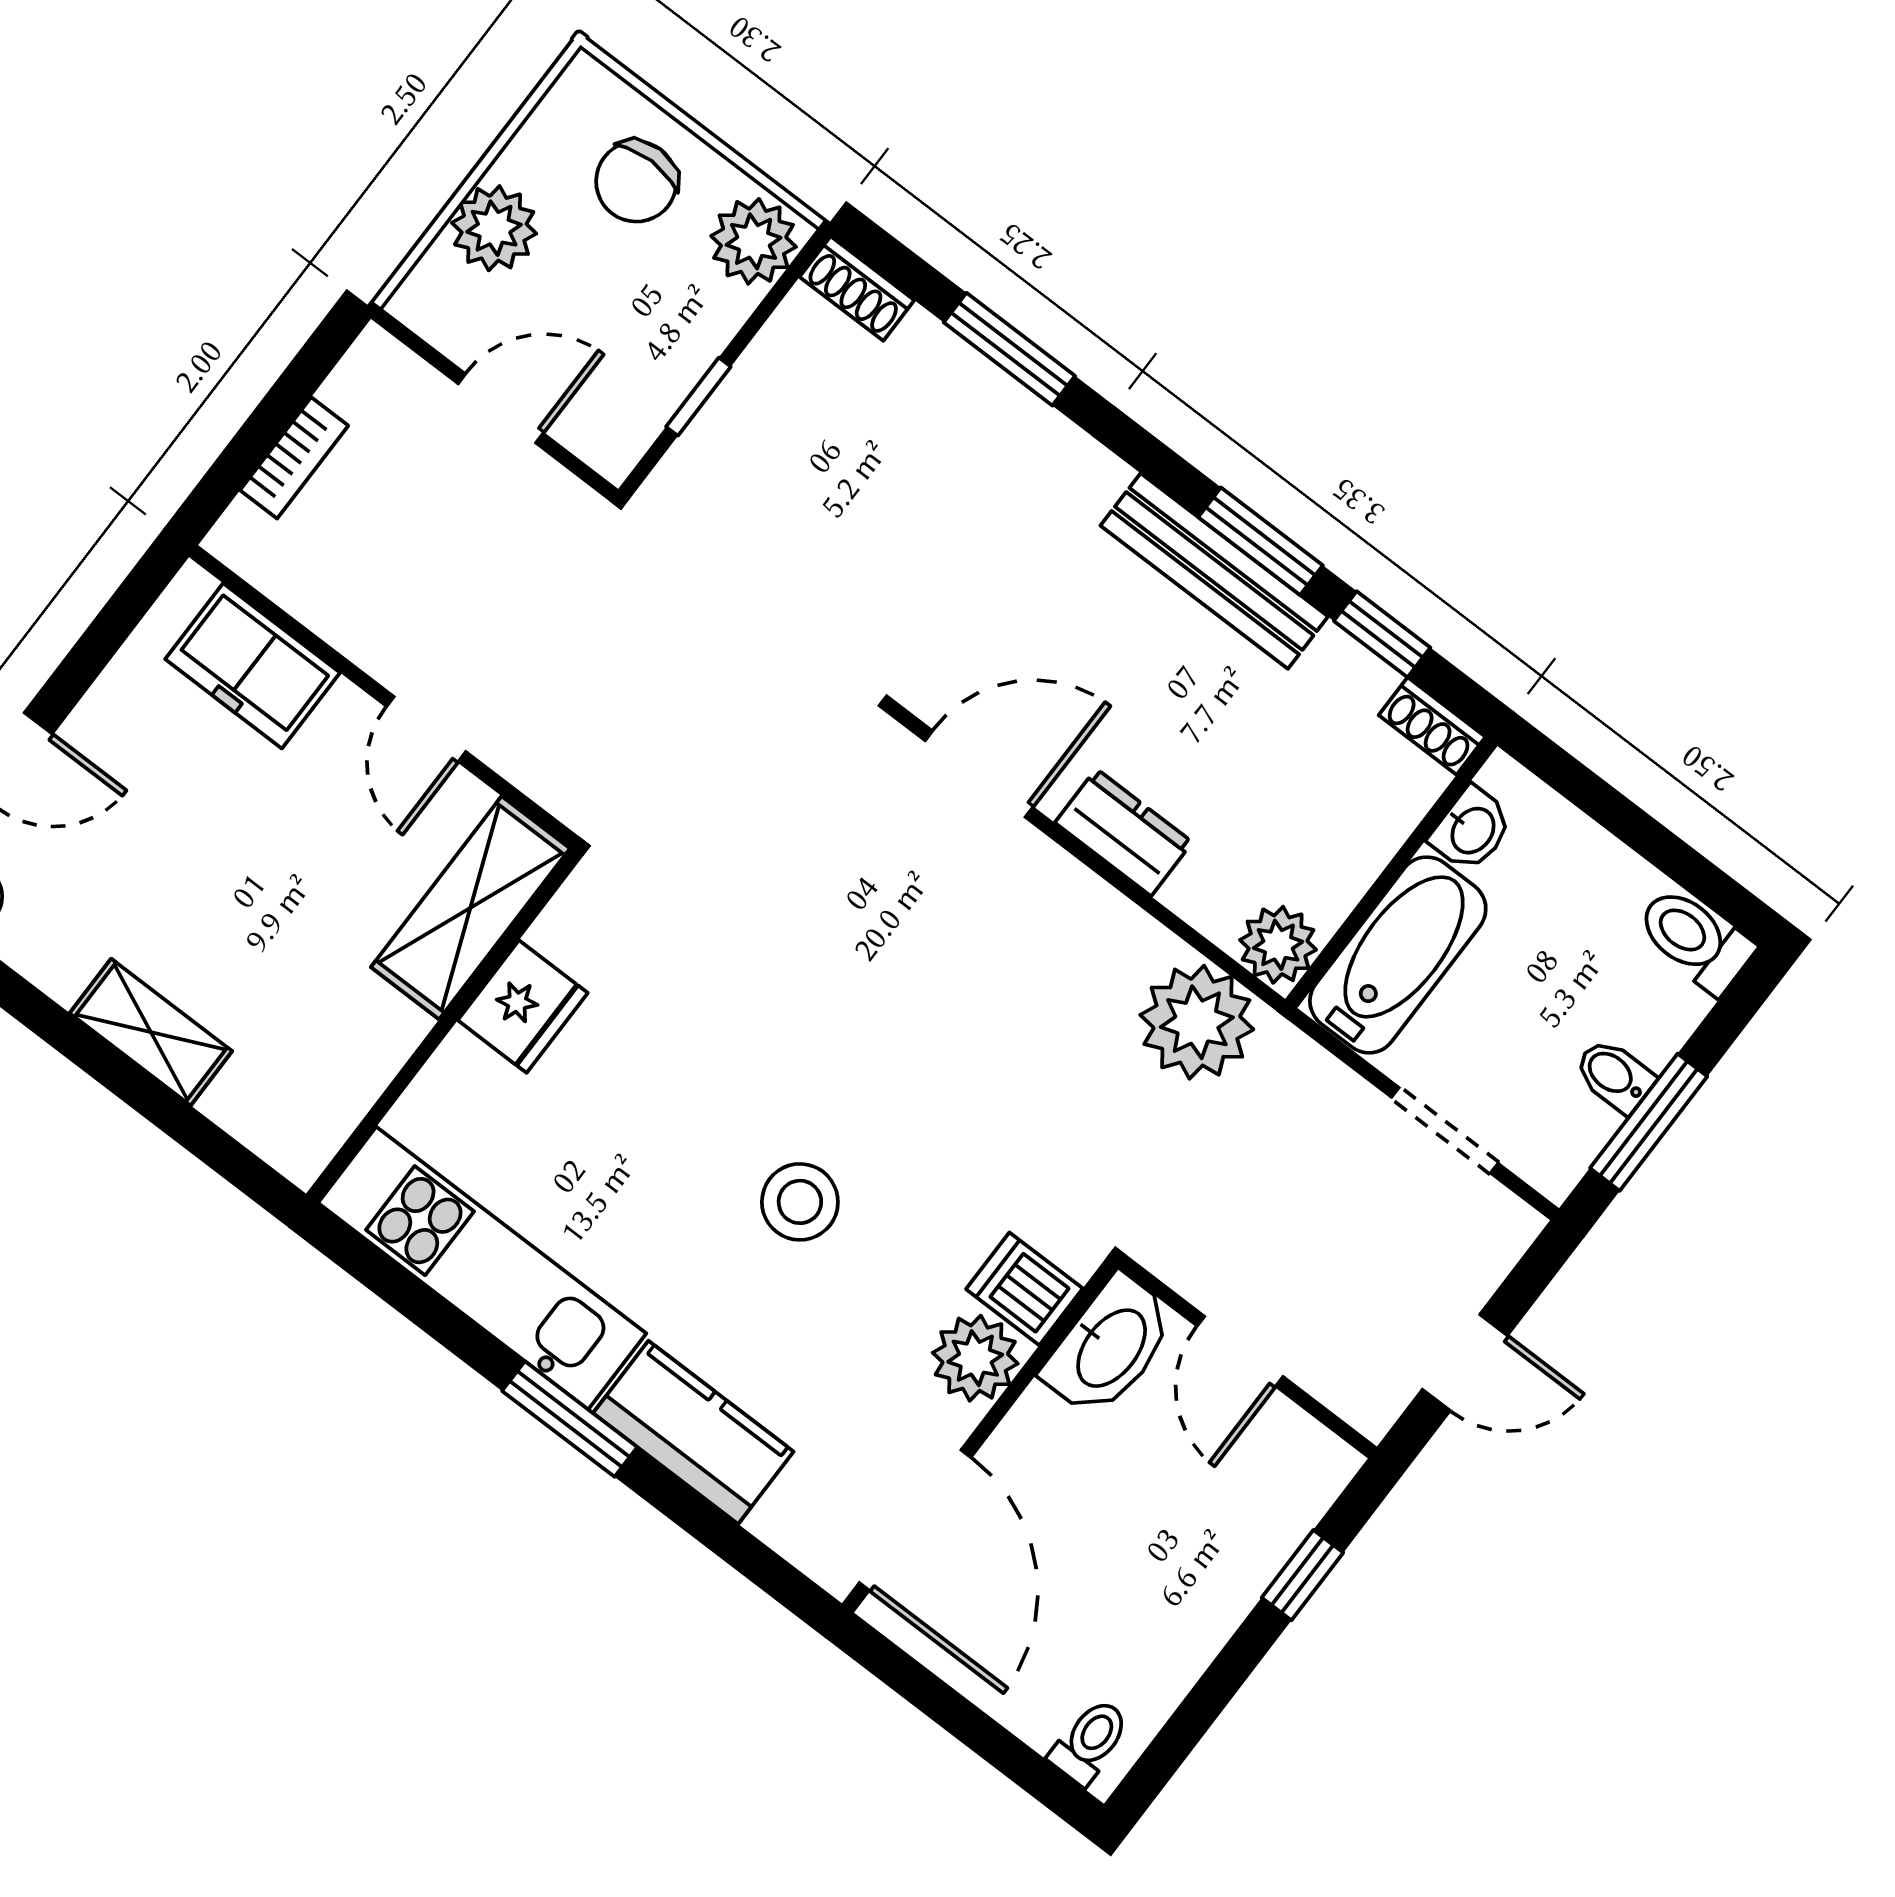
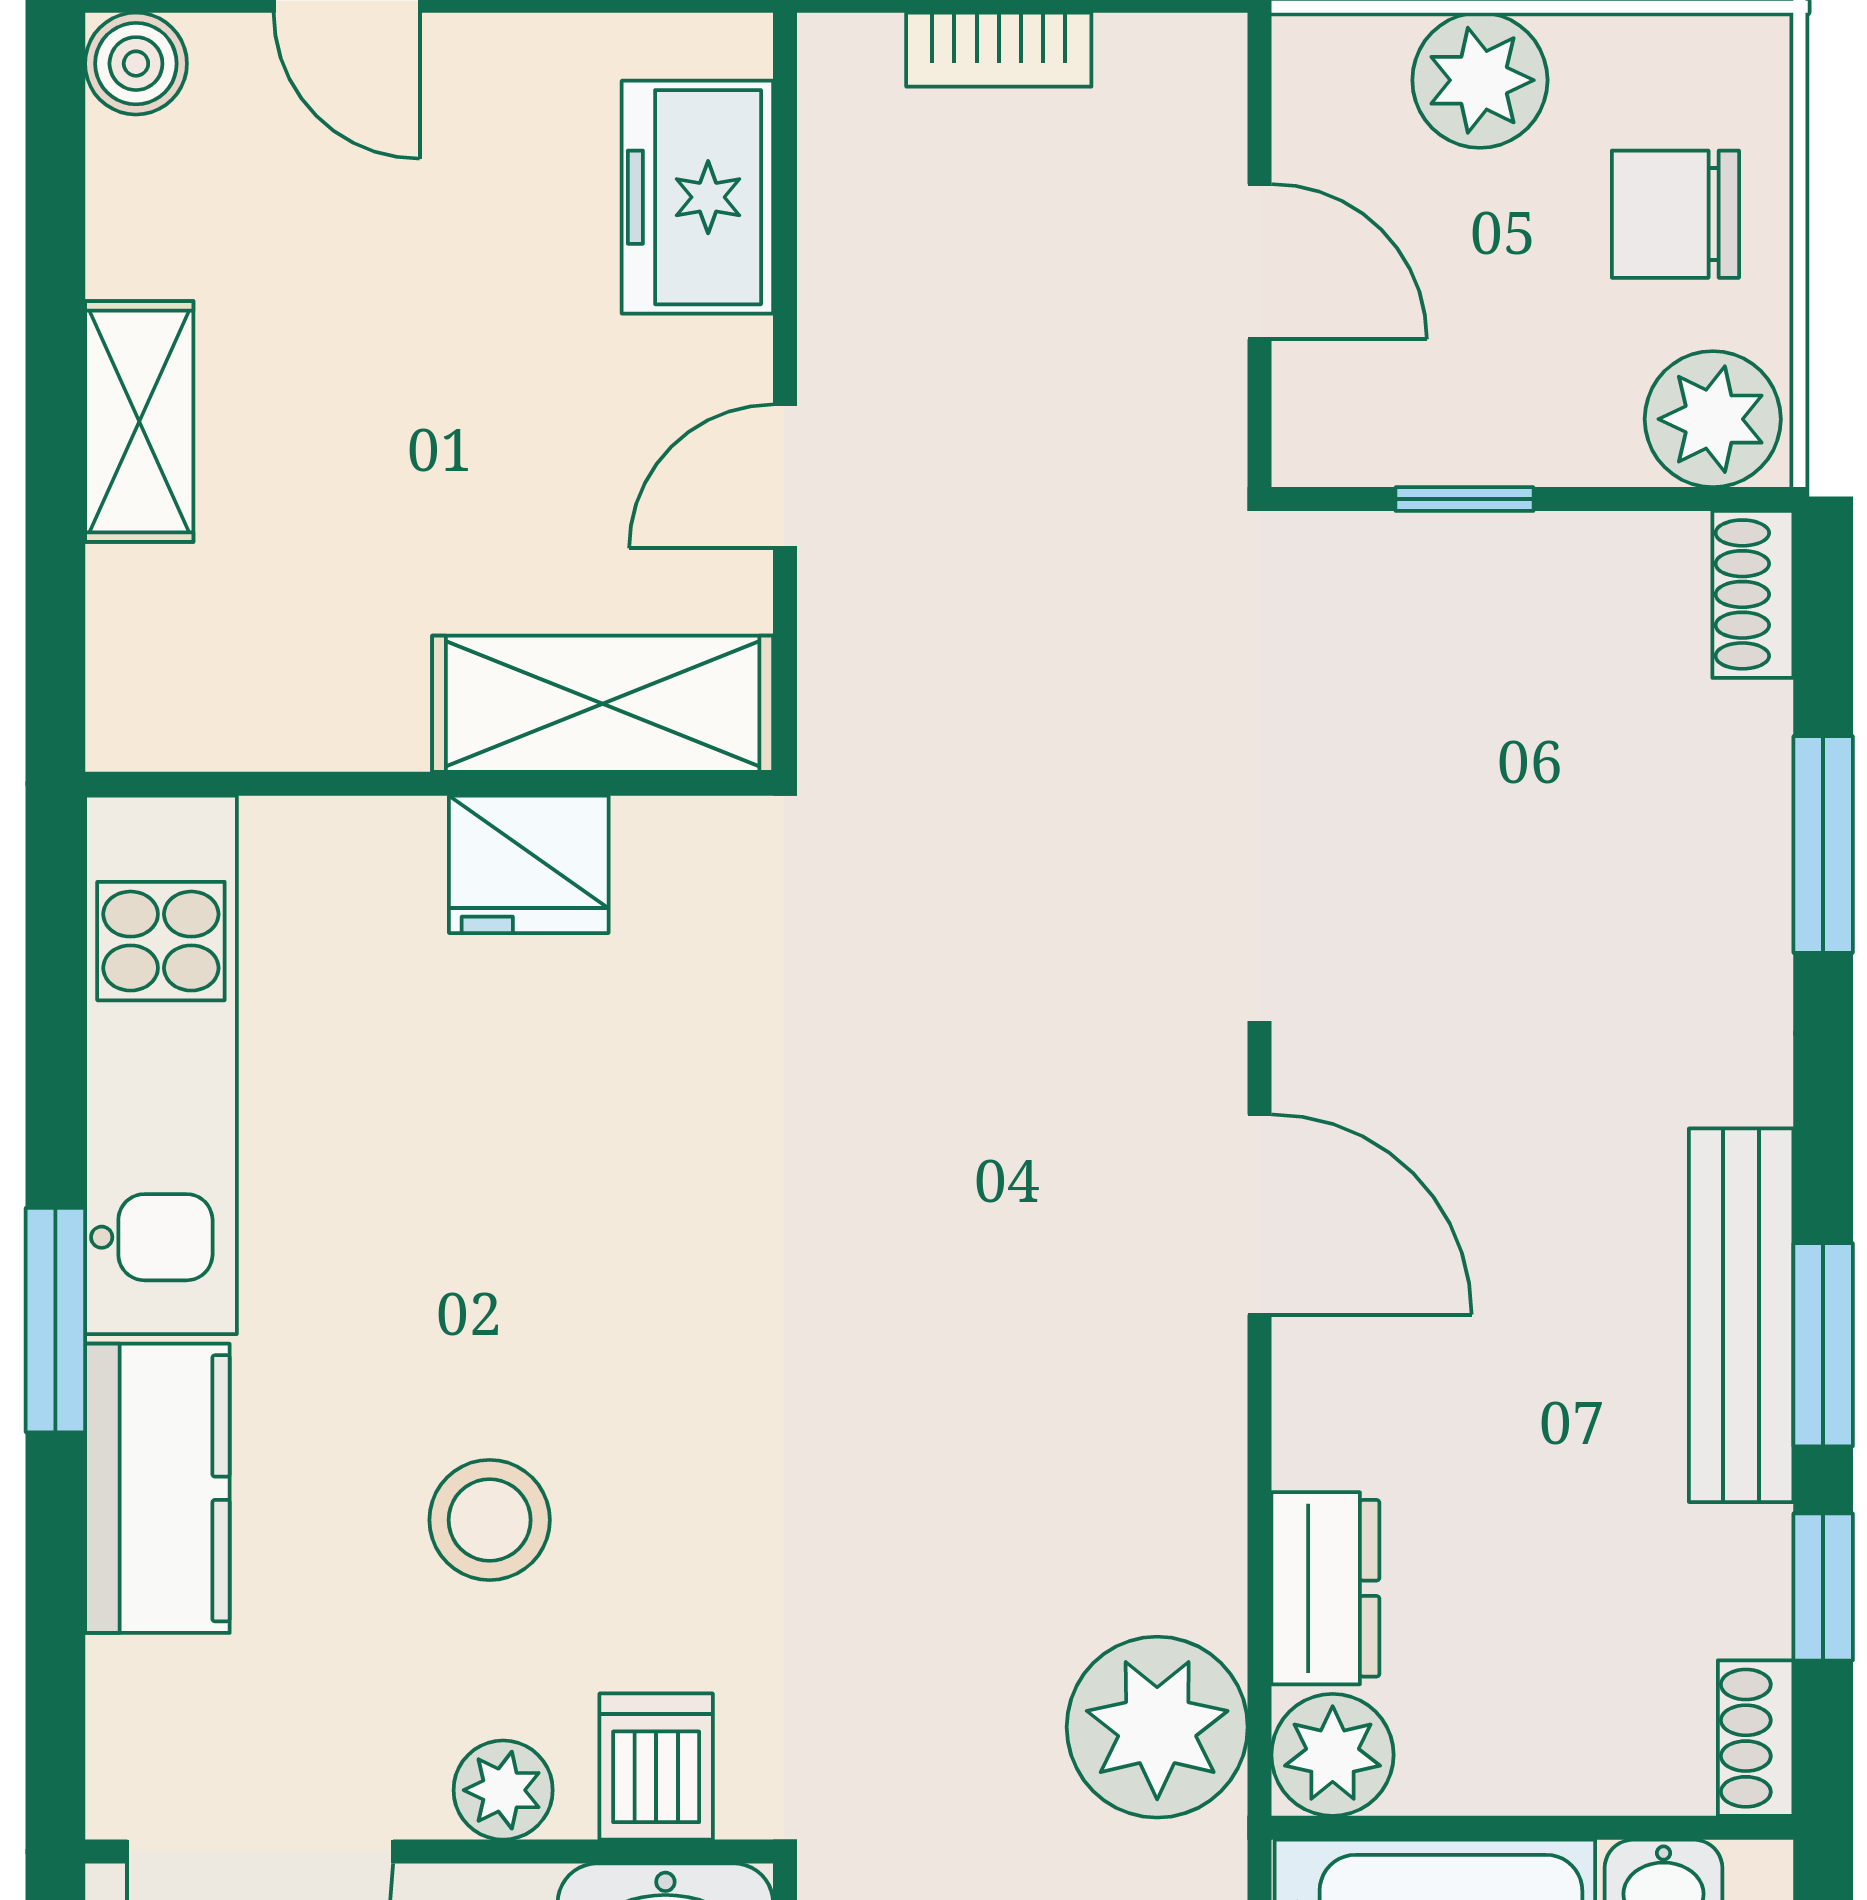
dresser: (1124, 832) -> (1325, 1588), moved
stool: (800, 1202) -> (490, 1520), moved
plant: (975, 1358) -> (503, 1790), width x0.73, depth x0.73

